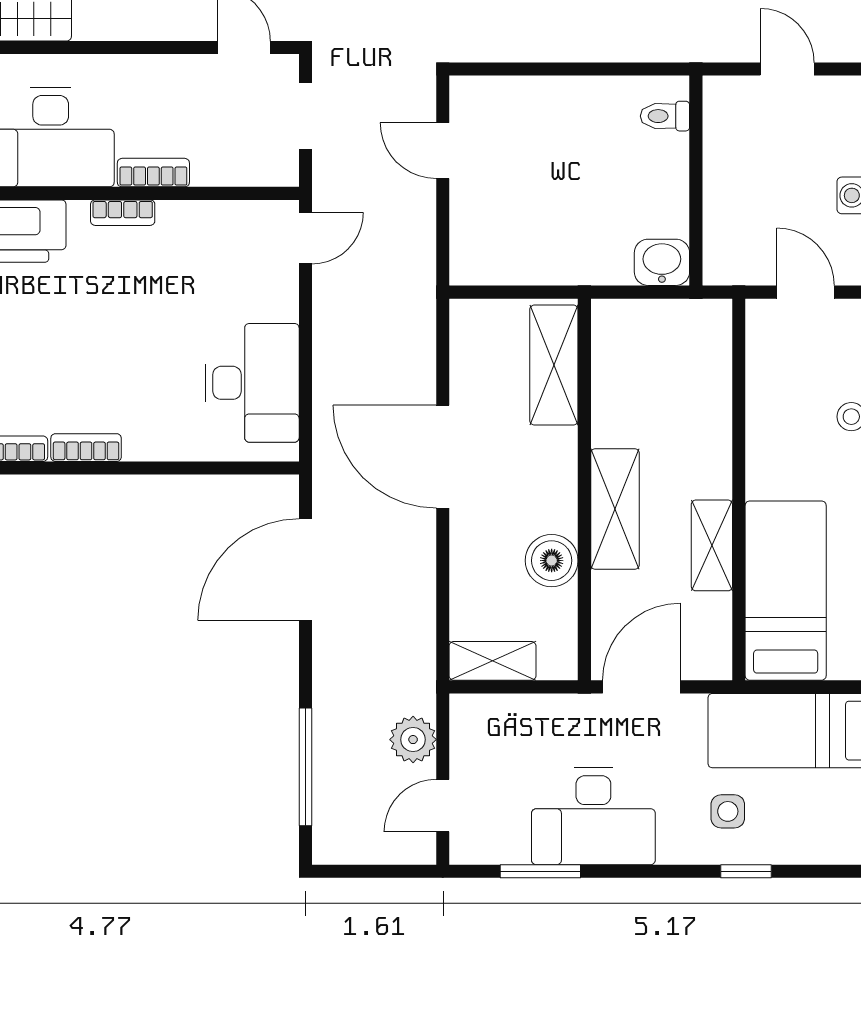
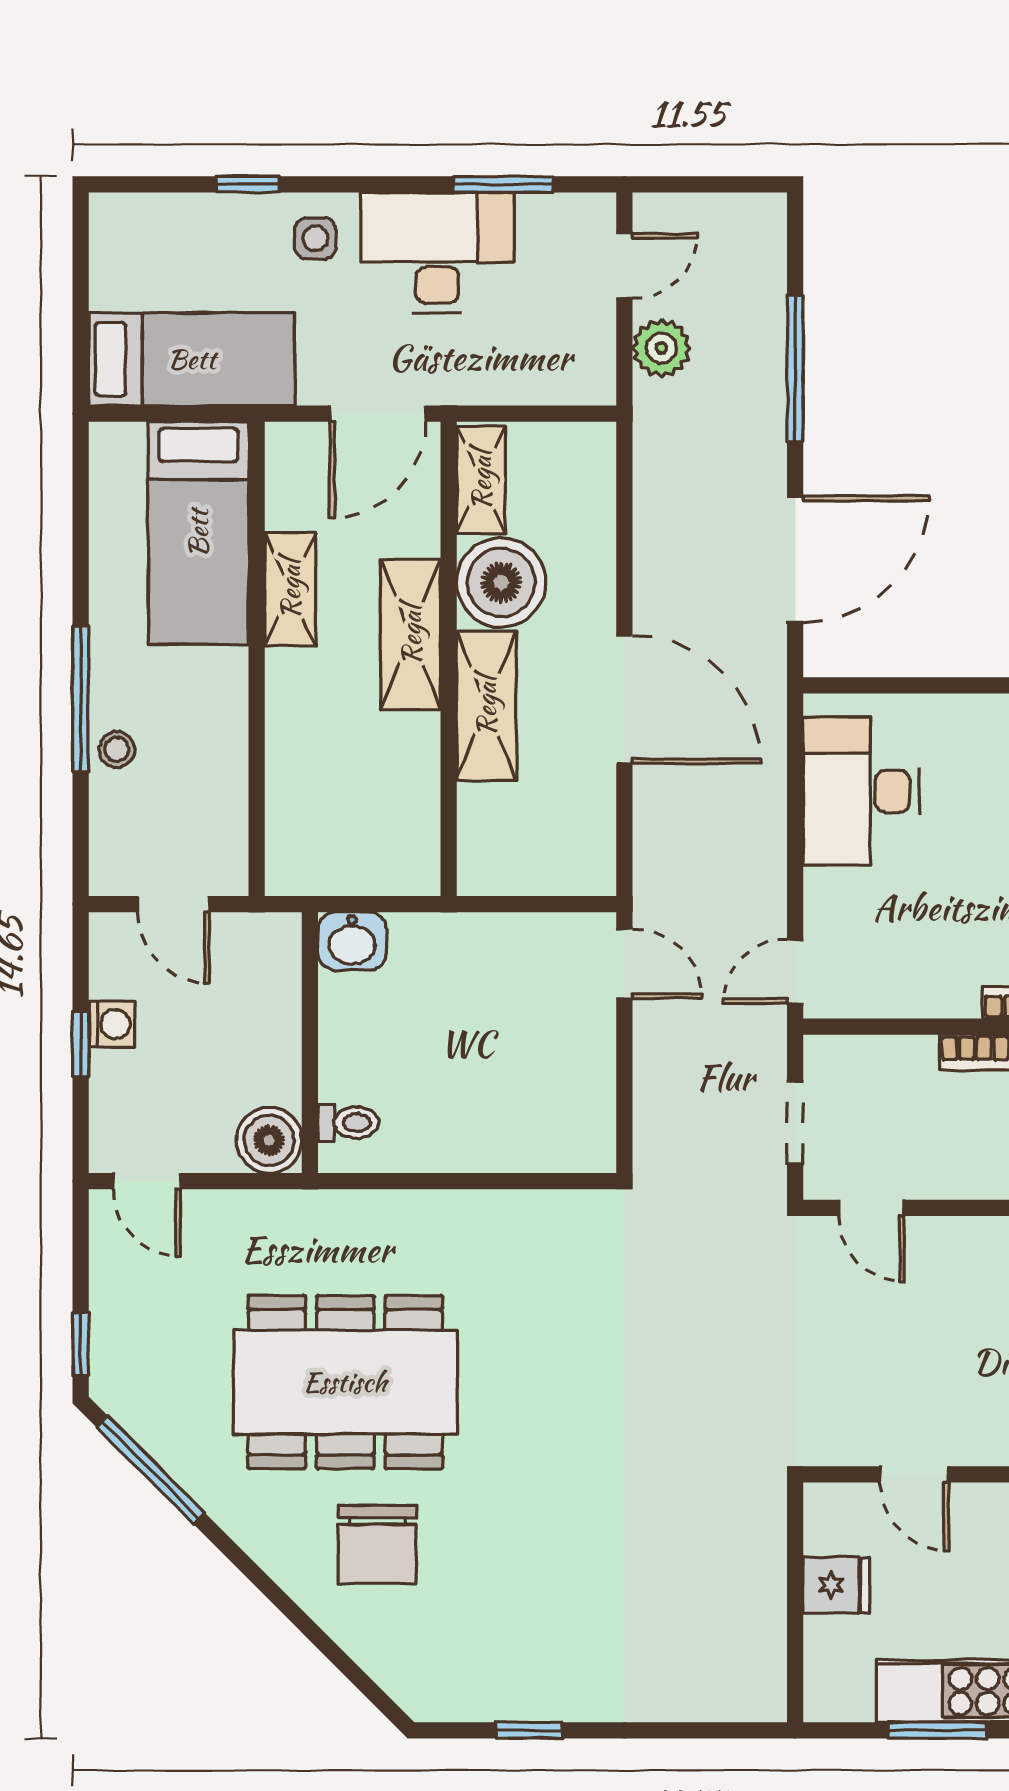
door: (787, 69) -> (147, 1181), moved
boiler: (729, 102) -> (269, 1140), added
door: (443, 151) -> (624, 964), moved
shelving: (554, 365) -> (486, 706), moved
boiler: (552, 561) -> (501, 582), width x1.37, depth x1.37
shelving: (493, 661) -> (481, 480), moved, turned 90
window: (305, 767) -> (795, 368), moved
side table: (728, 811) -> (315, 238), moved

